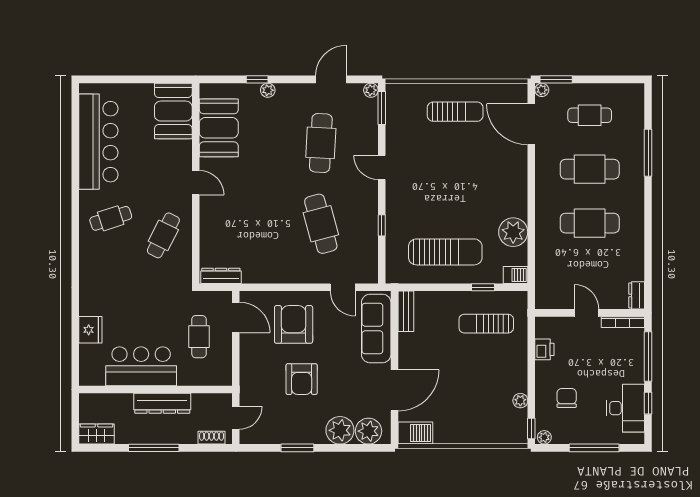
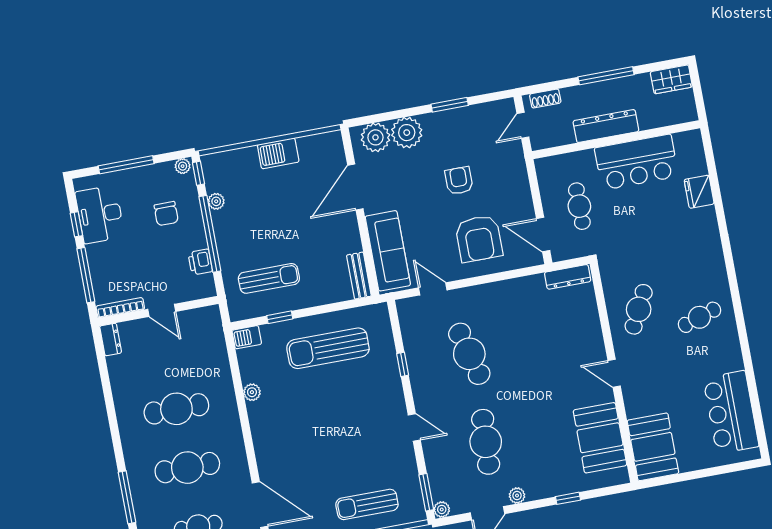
plant: (268, 90) -> (517, 496), moved
sun lounger: (455, 112) -> (367, 504), moved
bar counter: (98, 142) -> (731, 412), width x0.73
plant: (513, 232) -> (252, 392), width x0.53, depth x0.53
window: (531, 373) -> (210, 234), added
armchair: (302, 379) -> (459, 181), width x0.72, depth x0.72
barbecue: (415, 433) -> (278, 153), moved

